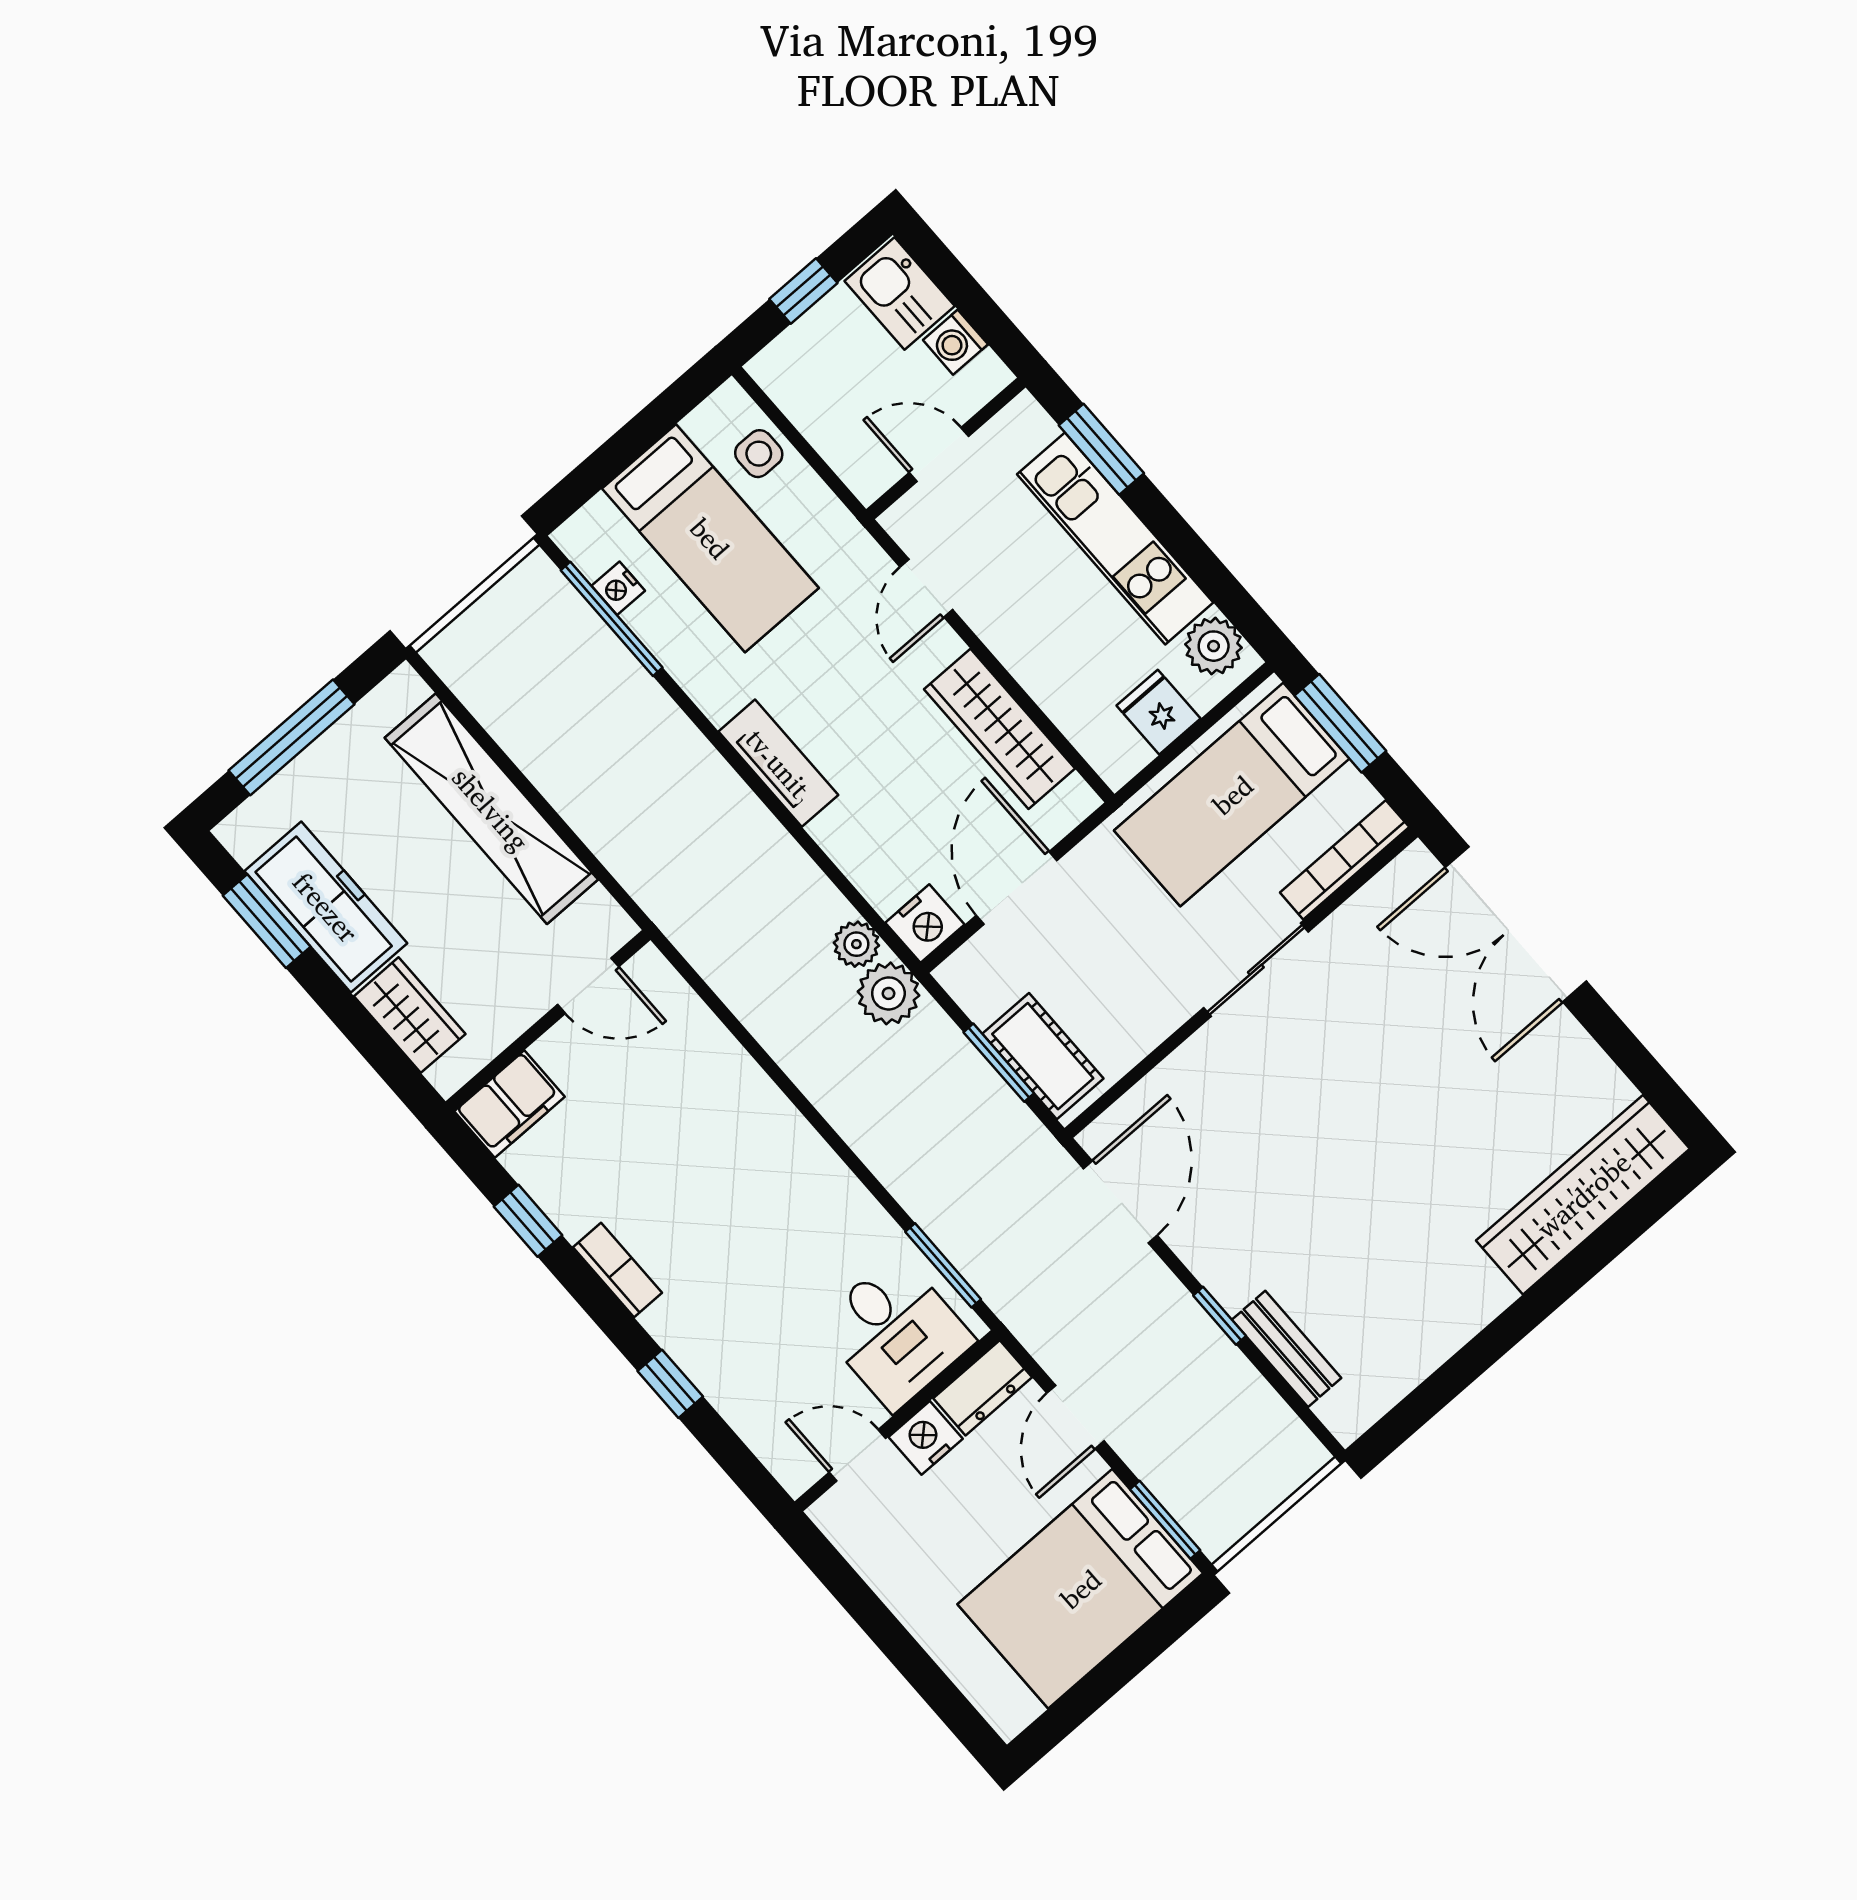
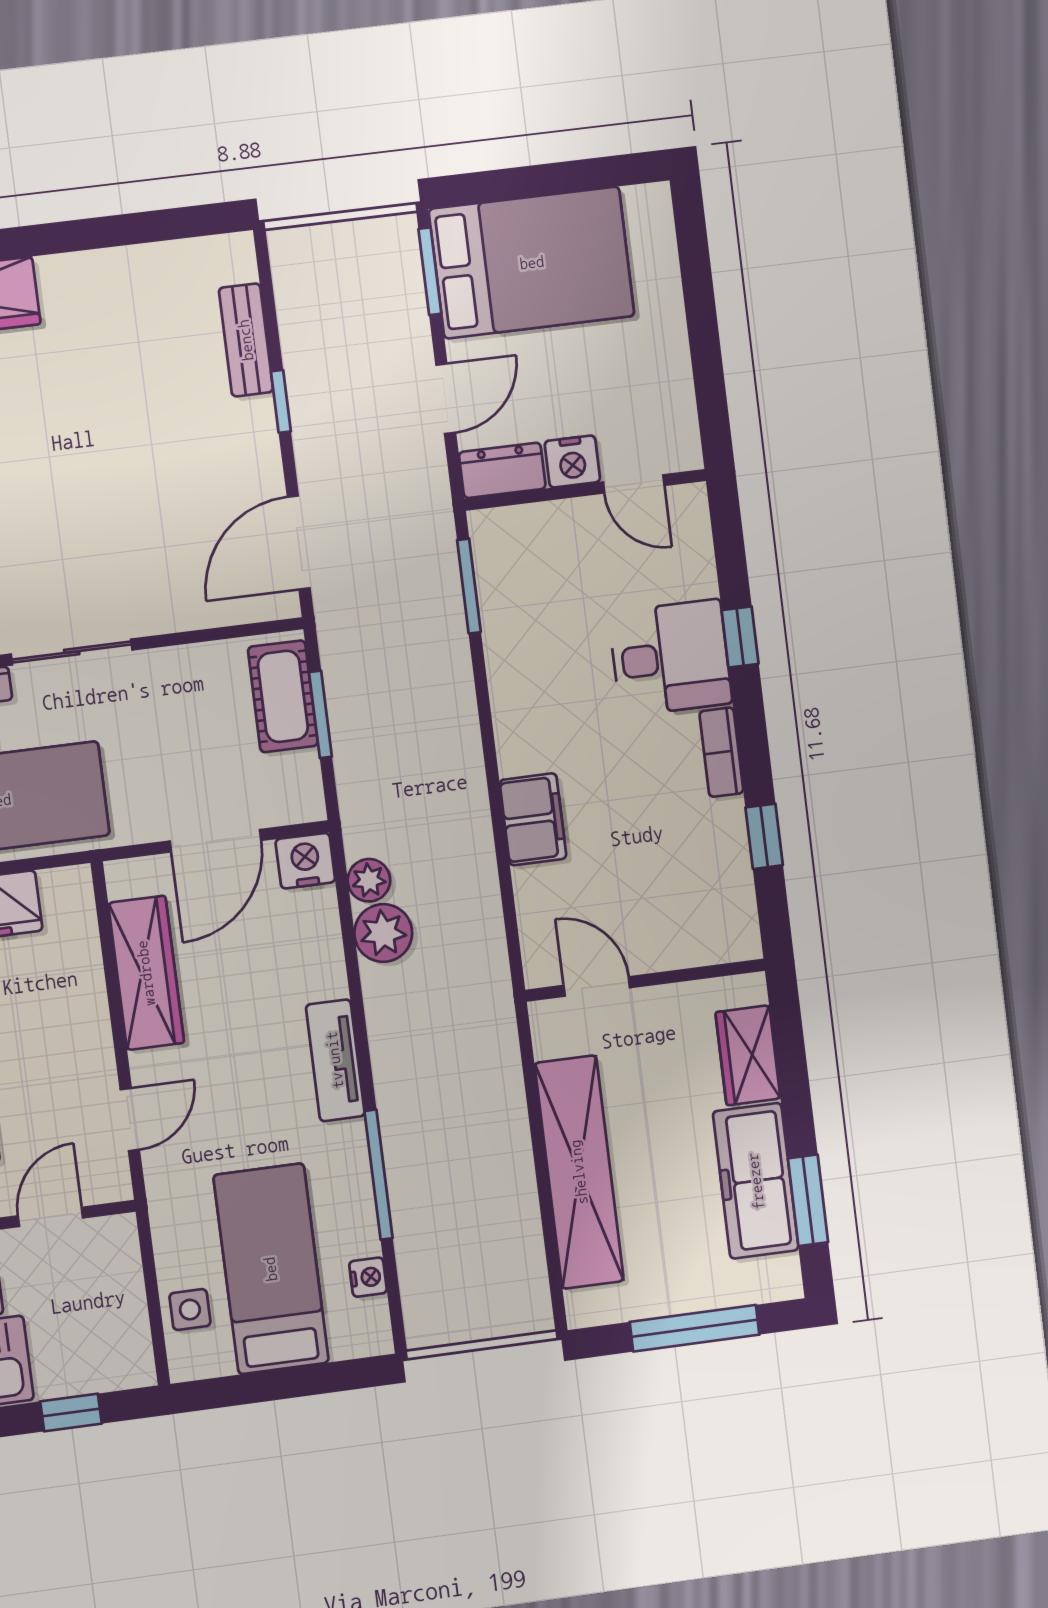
door: (939, 454) -> (50, 1217), swing flipped
window: (612, 619) -> (379, 1175), moved
plant: (888, 993) -> (383, 933), moved
filing cabinet: (509, 1104) -> (533, 819), moved, turned 90
desk: (895, 1332) -> (670, 658), moved, turned 90

